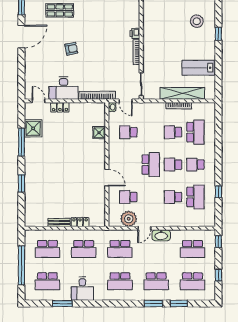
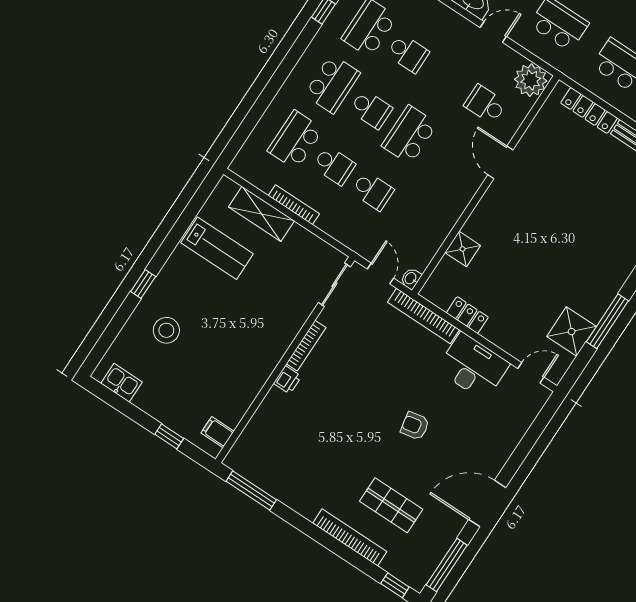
shelving: (182, 93) -> (261, 214), width x0.68
door: (39, 101) -> (531, 373), swing flipped
locker: (60, 107) -> (467, 315), moved
school desk: (128, 132) -> (373, 191), moved
school desk: (195, 165) -> (332, 84), width x1.85
school desk: (128, 197) -> (485, 104), turned 180
plant: (129, 219) -> (531, 80), moved
locker: (80, 222) -> (589, 110), width x1.53

